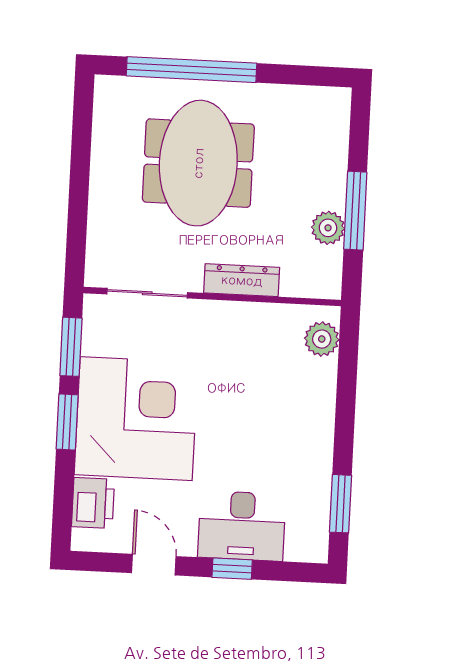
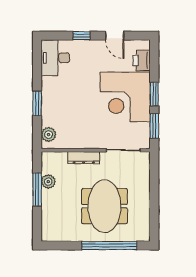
window: (341, 504) -> (37, 103), moved
desk: (242, 526) -> (55, 58), moved, turned -90

